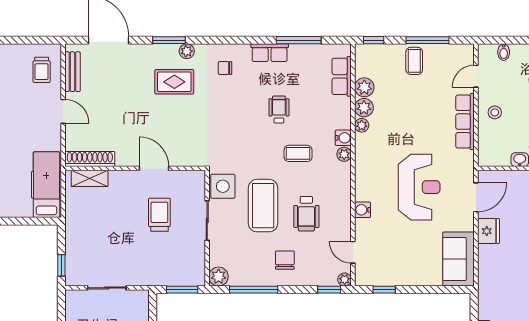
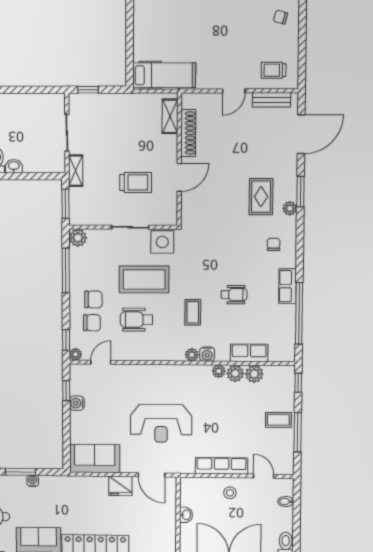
window: (299, 40) -> (299, 313), width x1.46
row of seats: (342, 76) -> (249, 353), moved
shoe rack: (90, 159) -> (188, 133), moved
water cooler: (363, 210) -> (77, 403), moved, turned -90
chair: (310, 262) -> (92, 323), added
shelving: (147, 279) -> (76, 171), added

